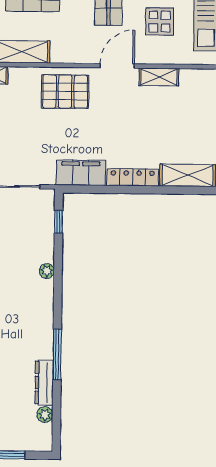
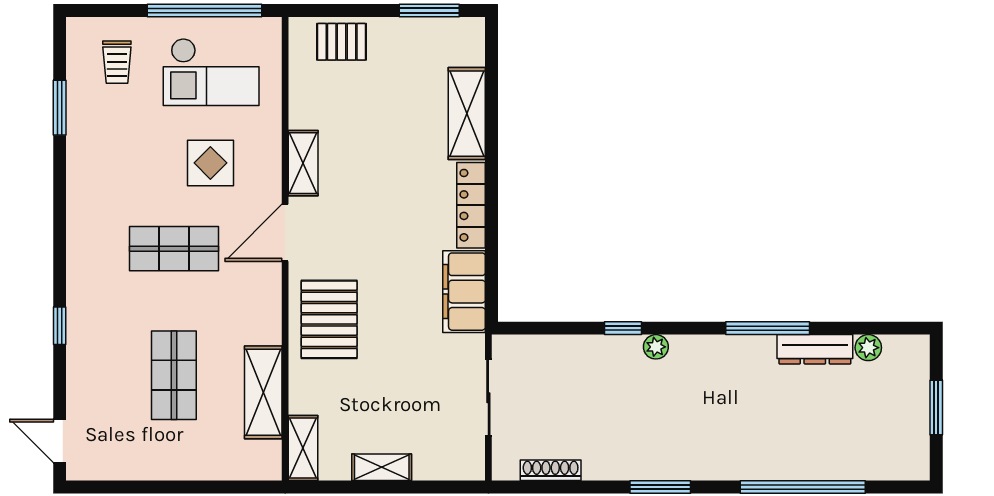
door: (117, 66) -> (285, 233), hinge flipped
window: (58, 222) -> (623, 328), moved
plant: (47, 271) -> (656, 347), moved

